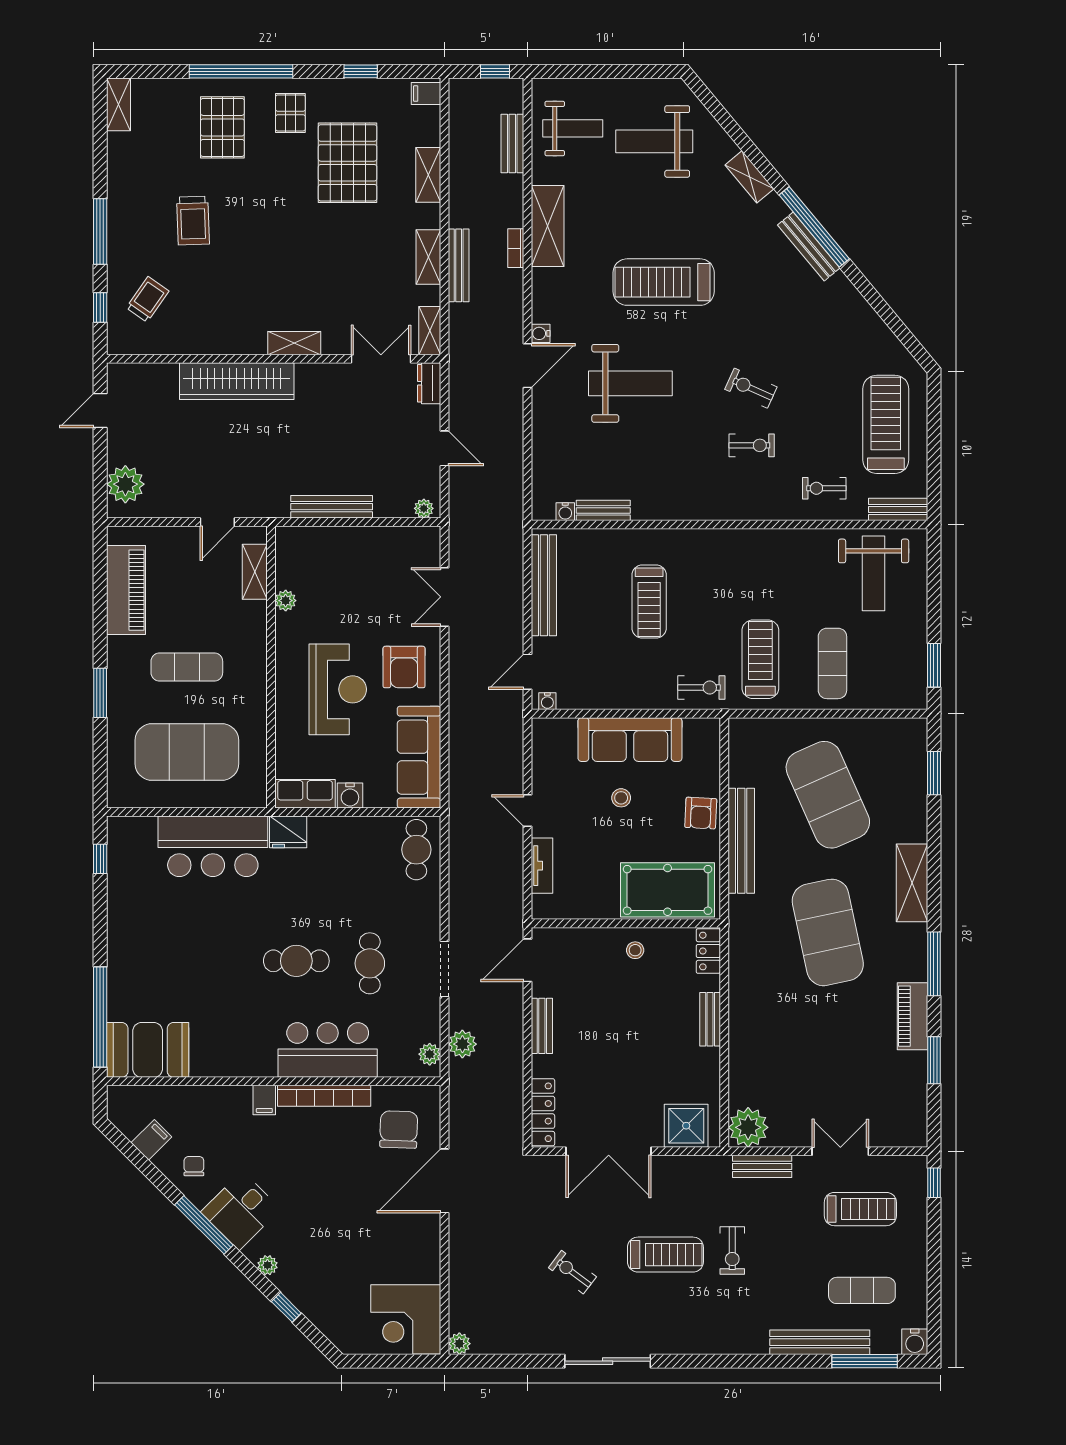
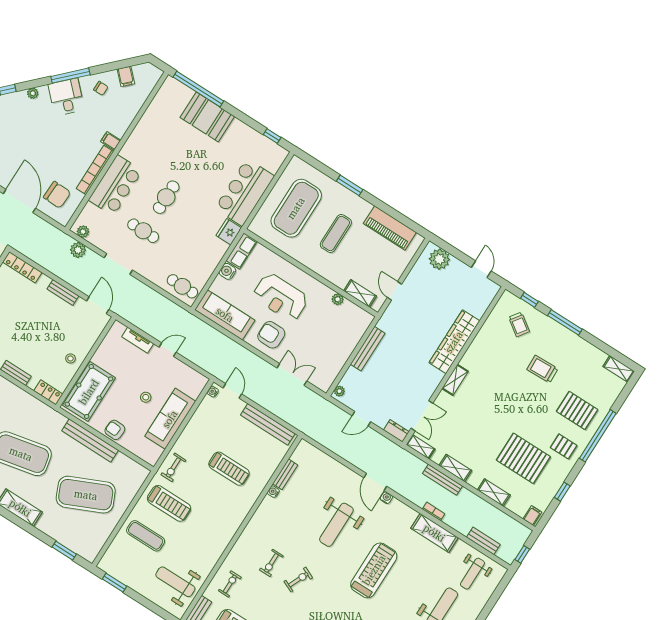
water cooler: (565, 512) -> (273, 492), moved
treadmill: (649, 602) -> (229, 469), turned 180
booth: (148, 1050) -> (207, 117), moved, turned 90

